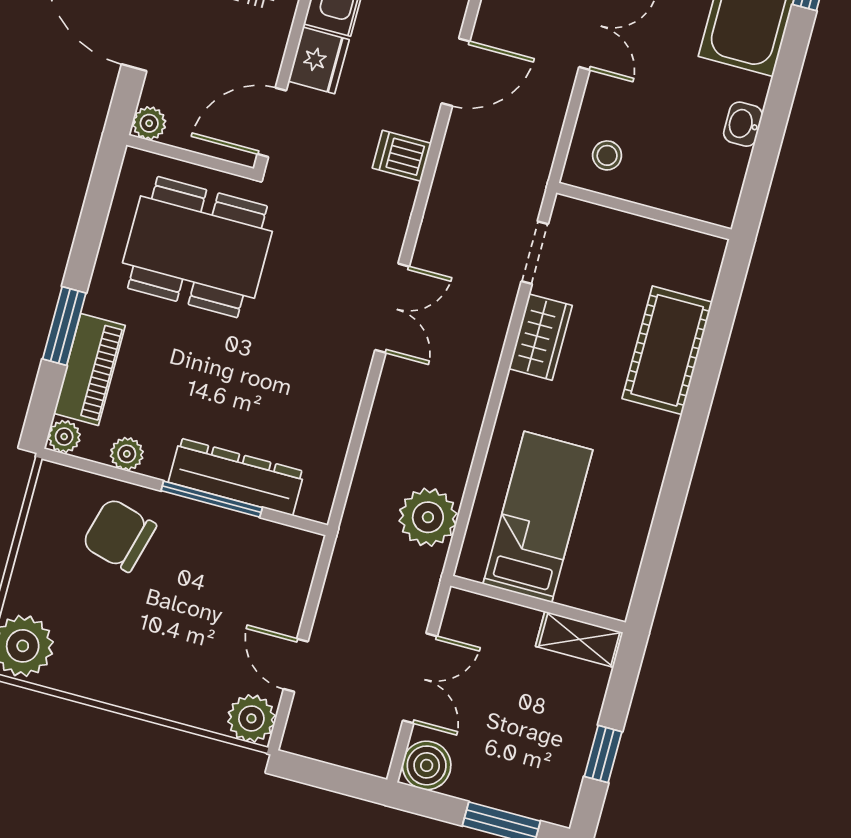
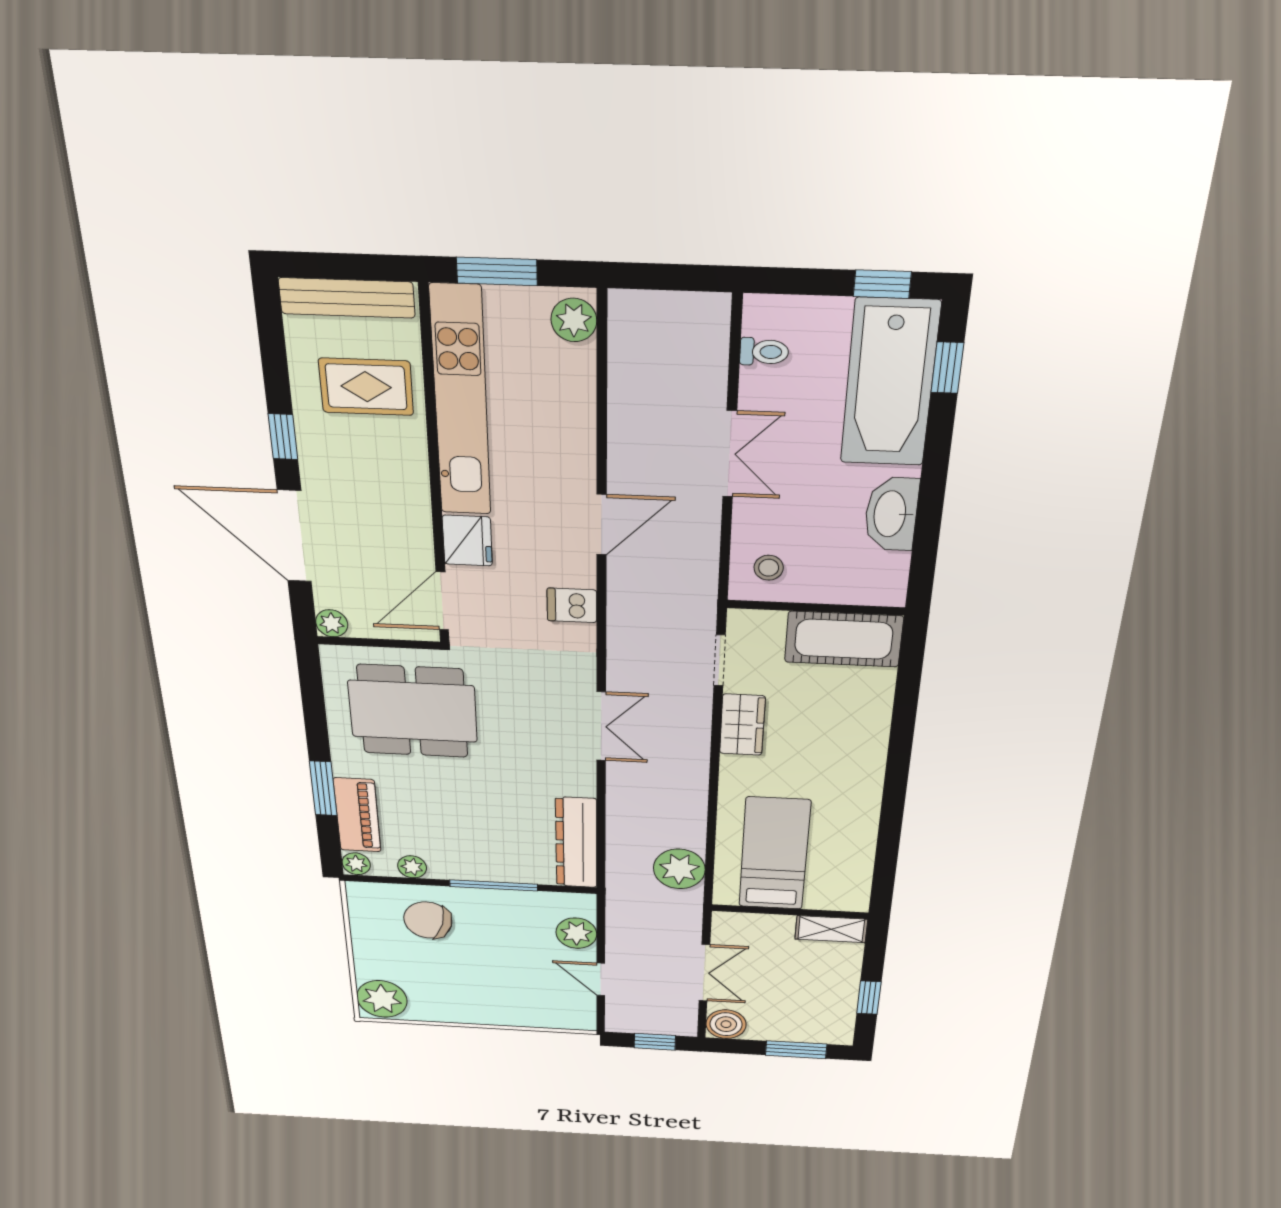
washbasin: (743, 124) -> (891, 514), width x1.91, depth x1.45
cot: (667, 350) -> (844, 639), moved, turned 90
dresser: (236, 477) -> (576, 843), moved, turned -90
plant: (251, 718) -> (576, 933), moved
window: (334, 778) -> (655, 1042), added

